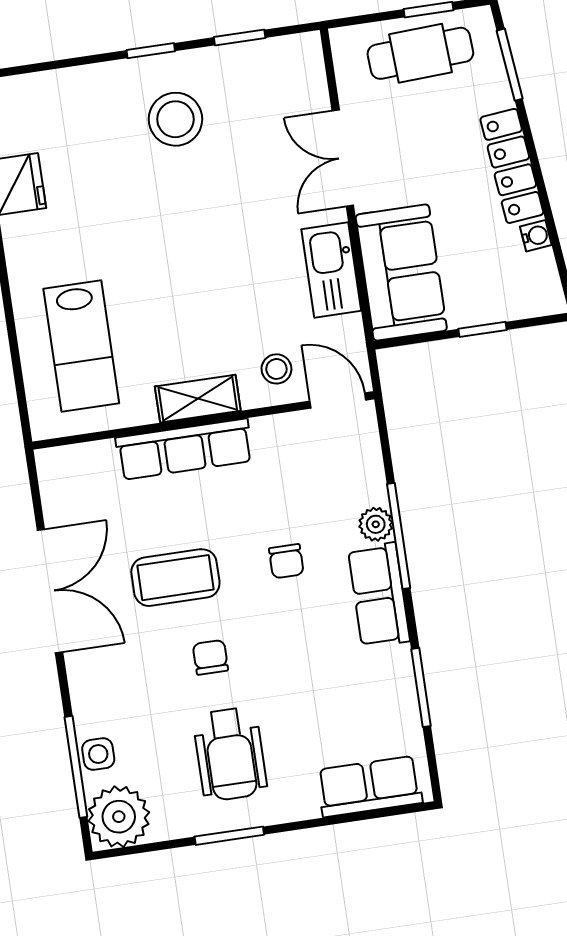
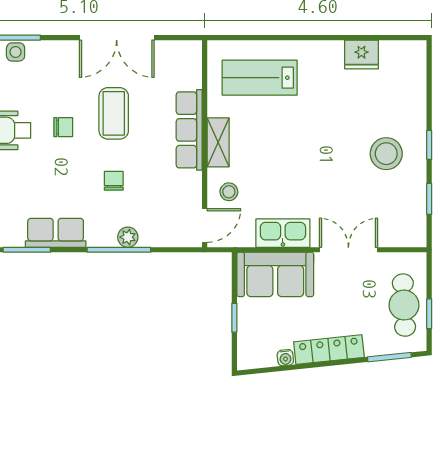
chair: (286, 561) -> (114, 181), turned 90
row of seats: (379, 595) -> (56, 233), moved

